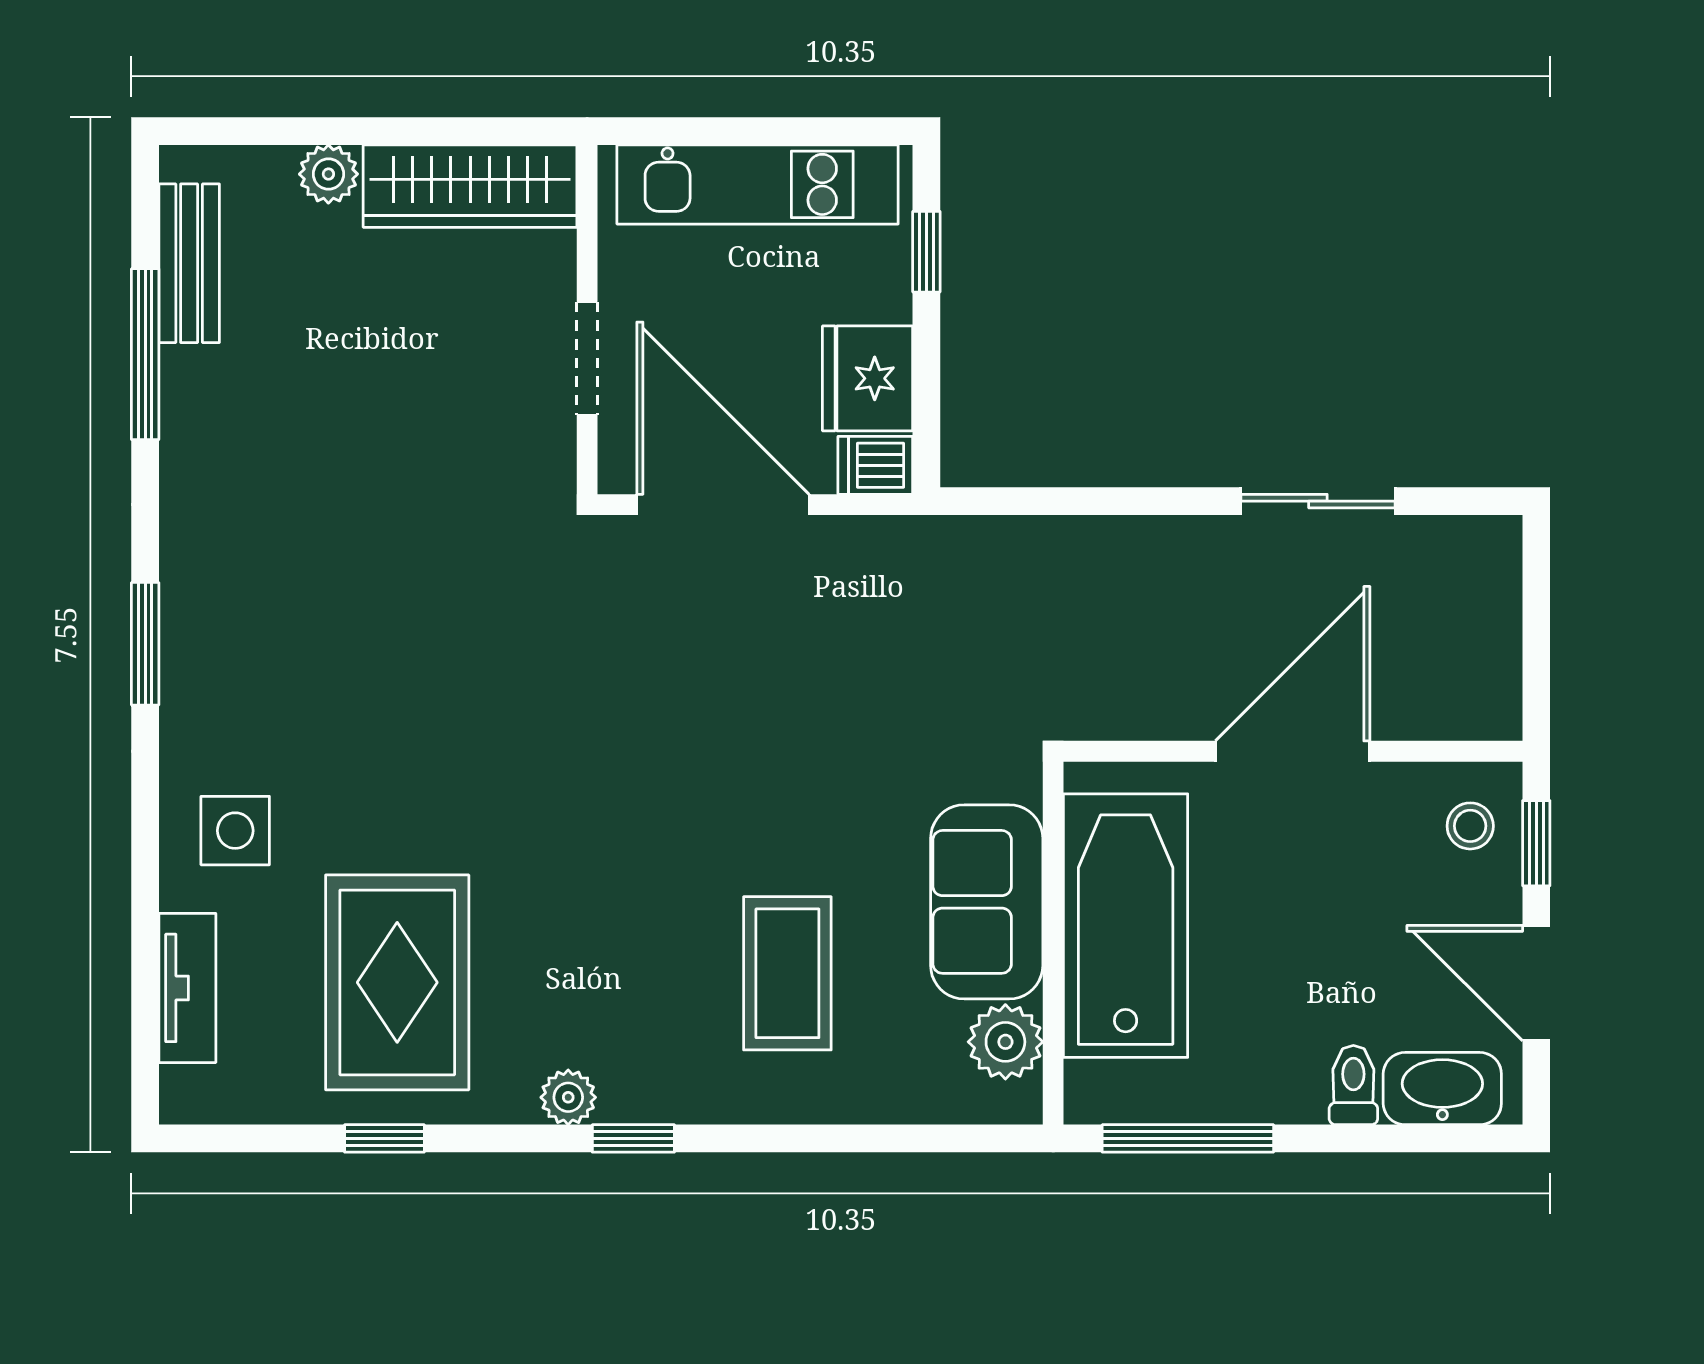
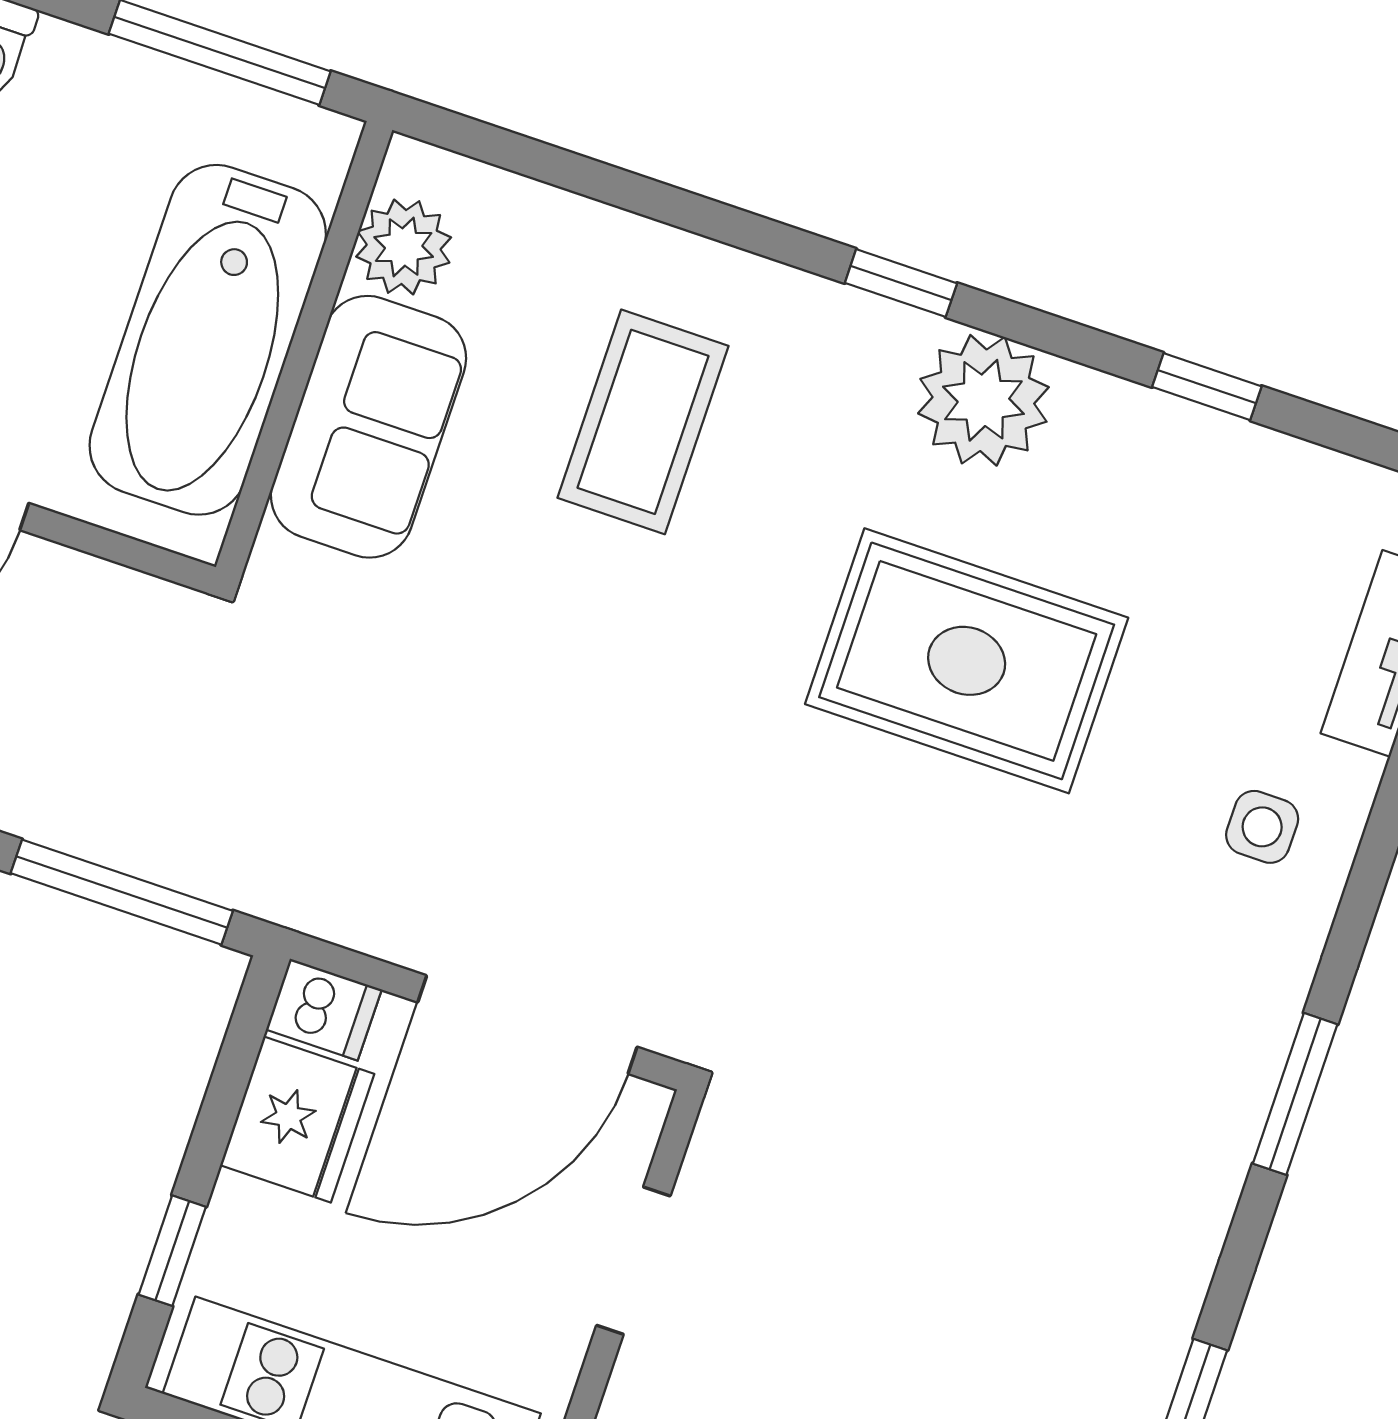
window: (1052, 501) -> (122, 892), added
door: (723, 505) -> (527, 1025), hinge flipped
side table: (235, 831) -> (1262, 827), width x0.73, depth x0.73
rug: (397, 982) -> (967, 661), moved, turned 90
plant: (568, 1097) -> (983, 400), width x1.87, depth x1.87

